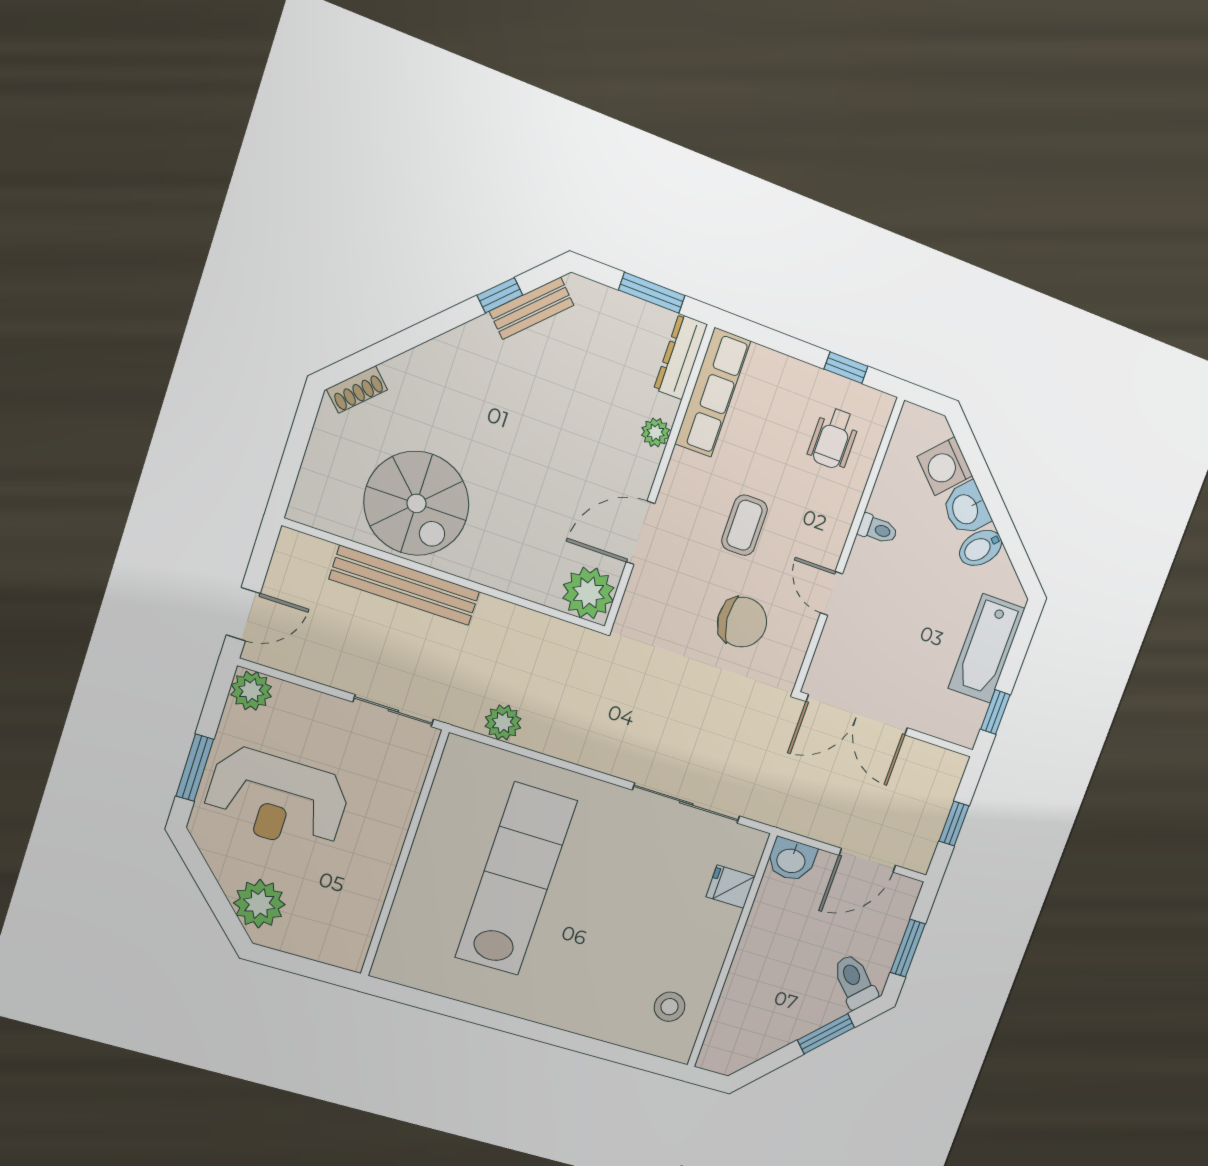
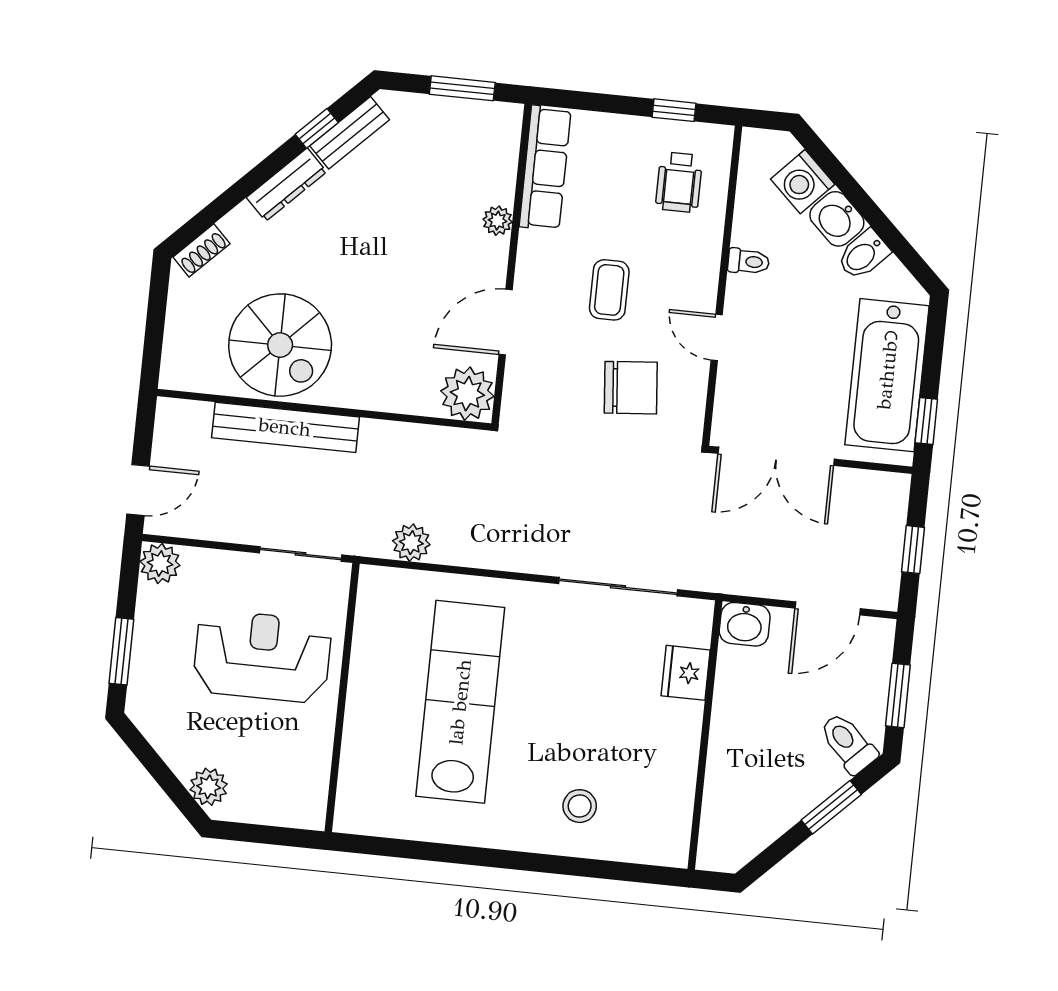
dresser: (681, 357) -> (287, 185), moved, turned -135
bathtub: (987, 648) -> (887, 375), width x1.36, depth x1.36
reception desk: (277, 799) -> (262, 656), moved, turned 180
fridge: (730, 887) -> (686, 673), width x1.38
plant: (259, 904) -> (209, 787), width x0.73, depth x0.73
stool: (670, 1007) -> (580, 806), moved

